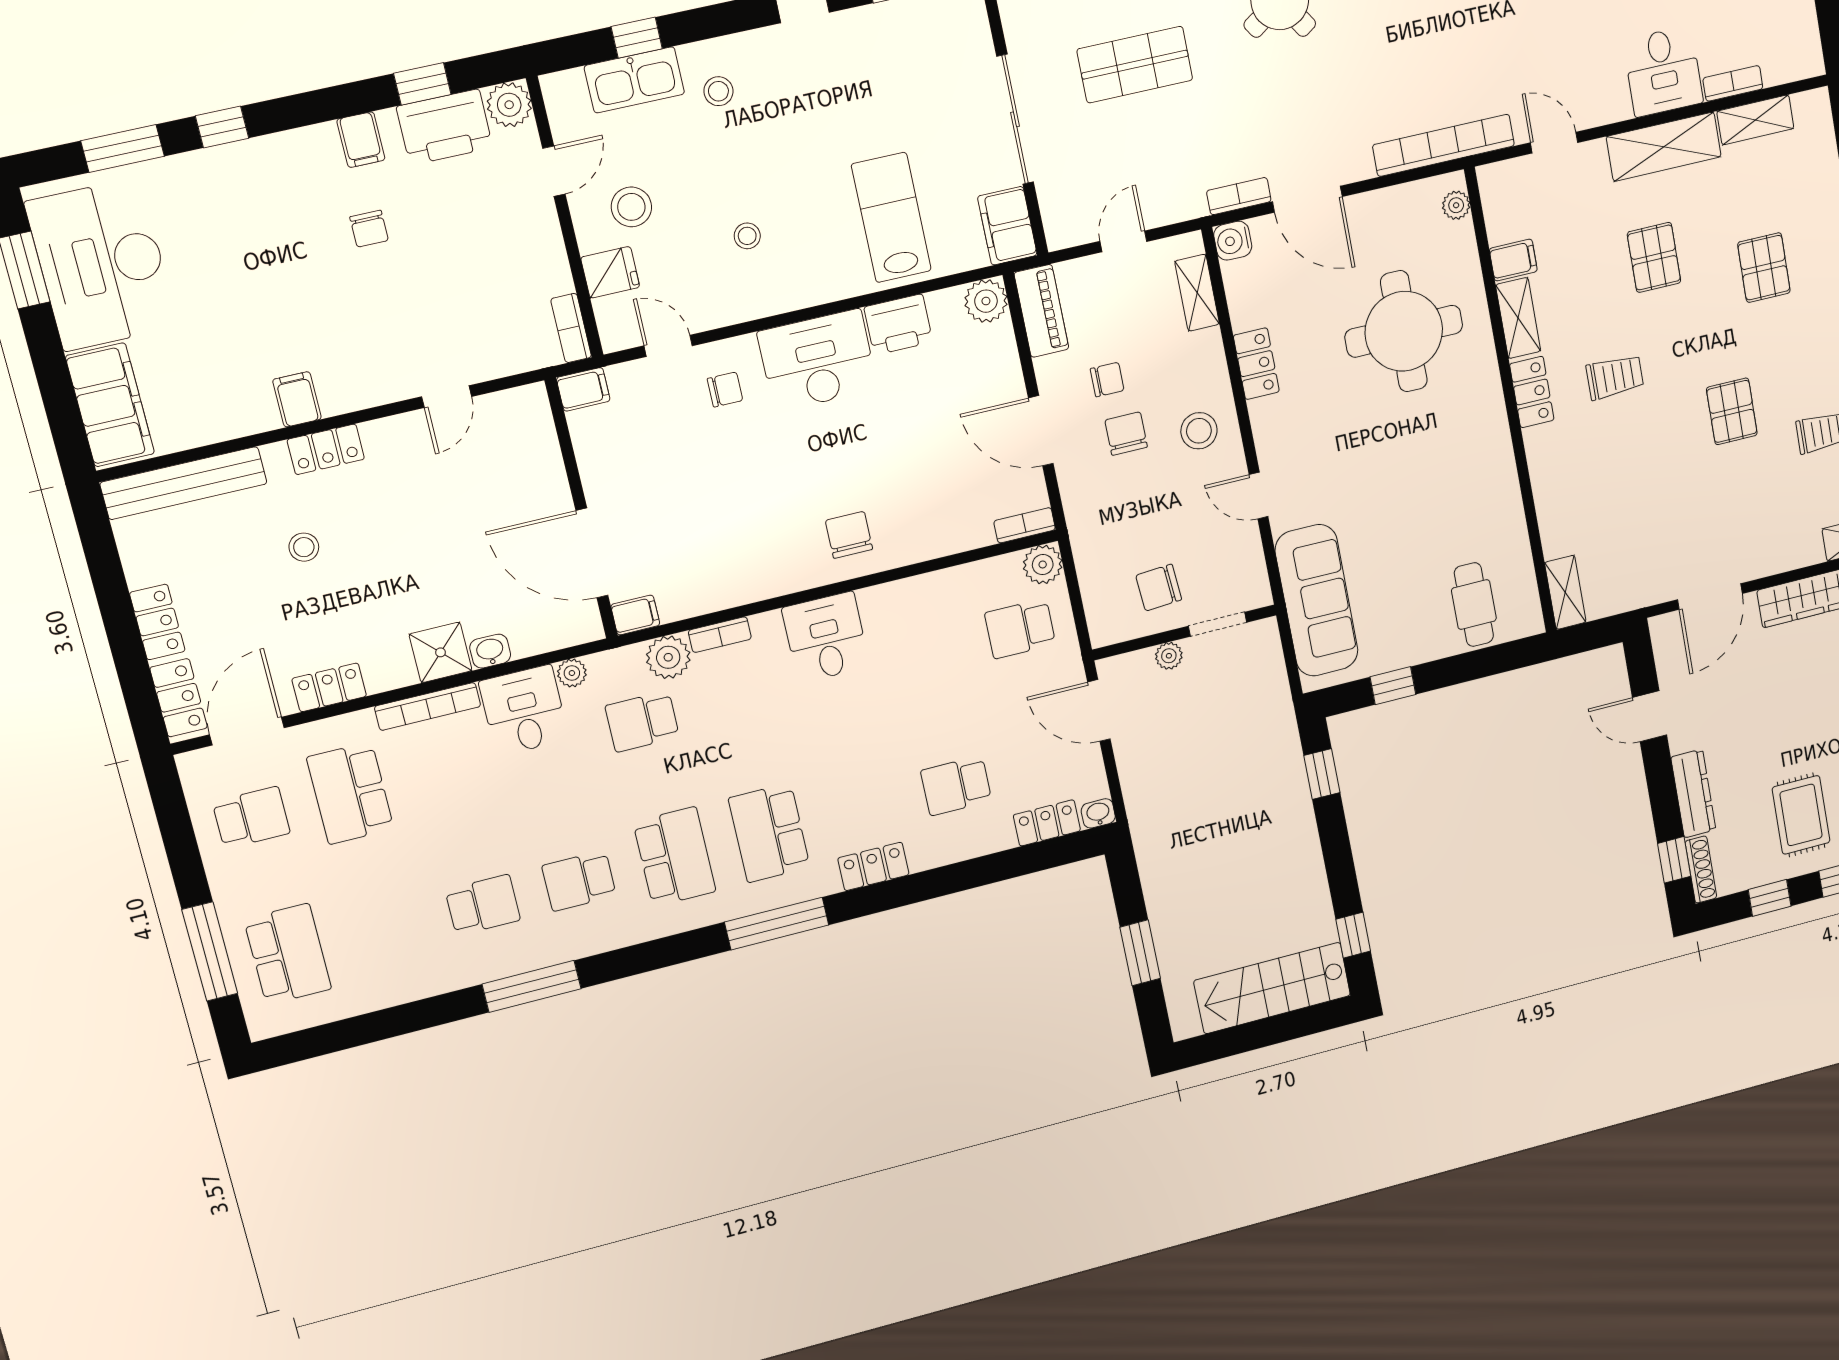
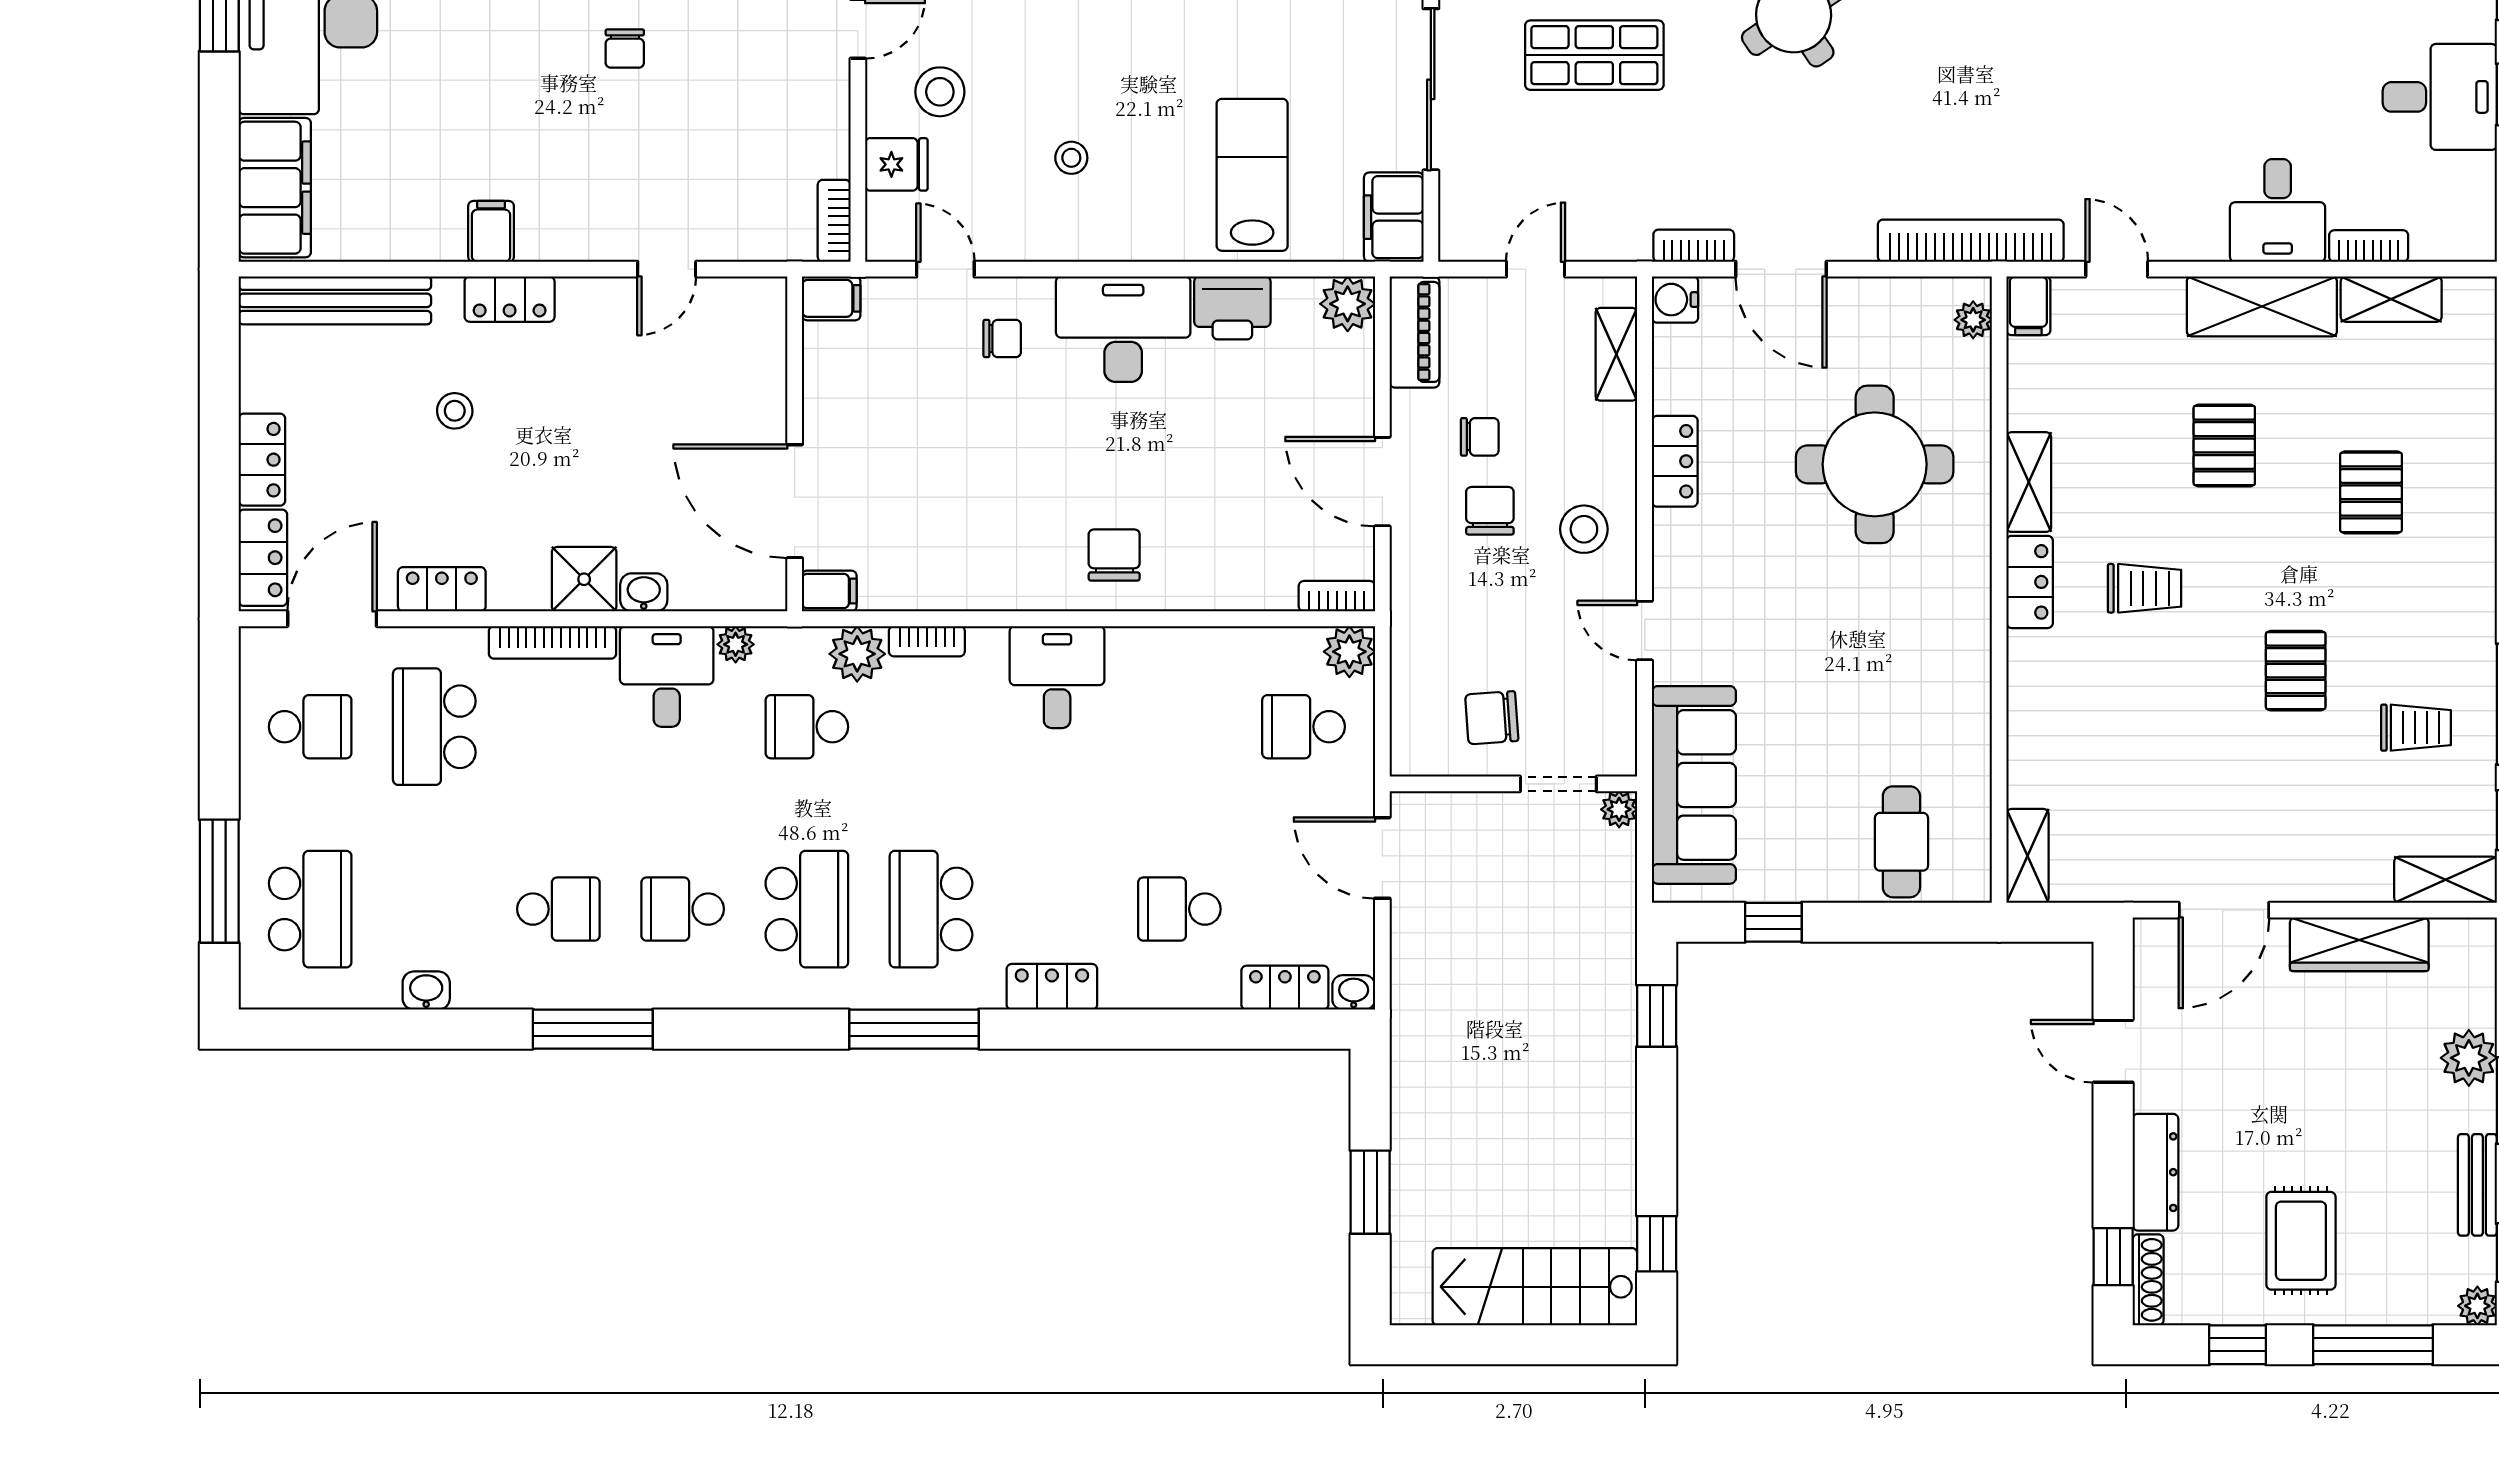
filing cabinet: (1513, 260) -> (2028, 306), moved, turned 90
plant: (1169, 656) -> (1619, 809), moved
washbasin: (395, 991) -> (426, 991), added

